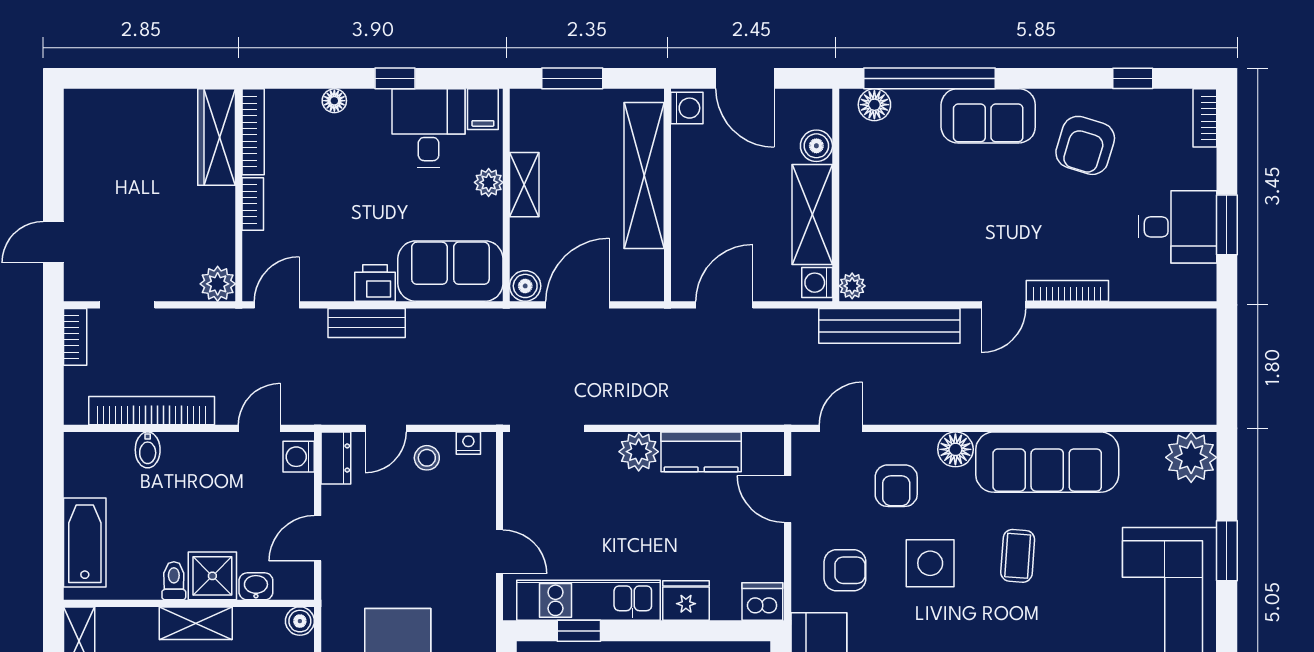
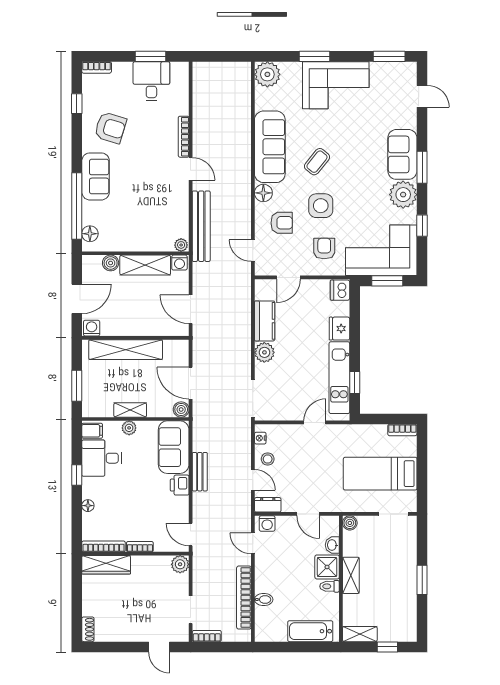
shoe rack: (88, 101) -> (88, 629), added
bench: (367, 323) -> (200, 472), moved
coffee table: (1018, 556) -> (317, 162), turned -55

